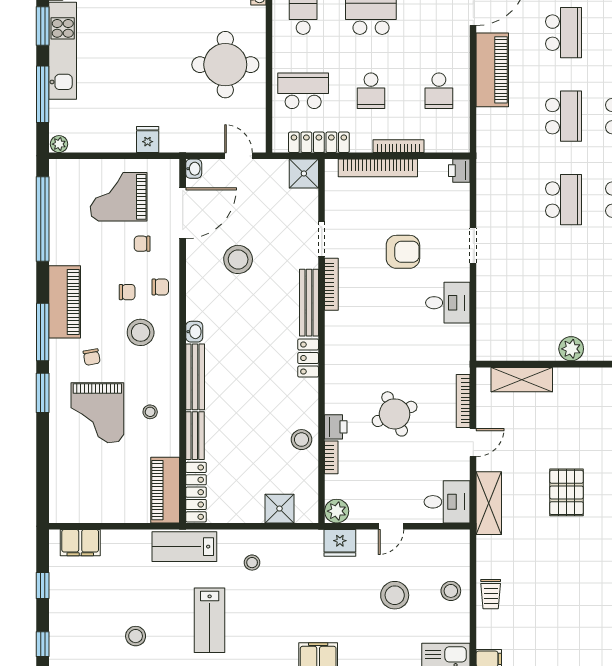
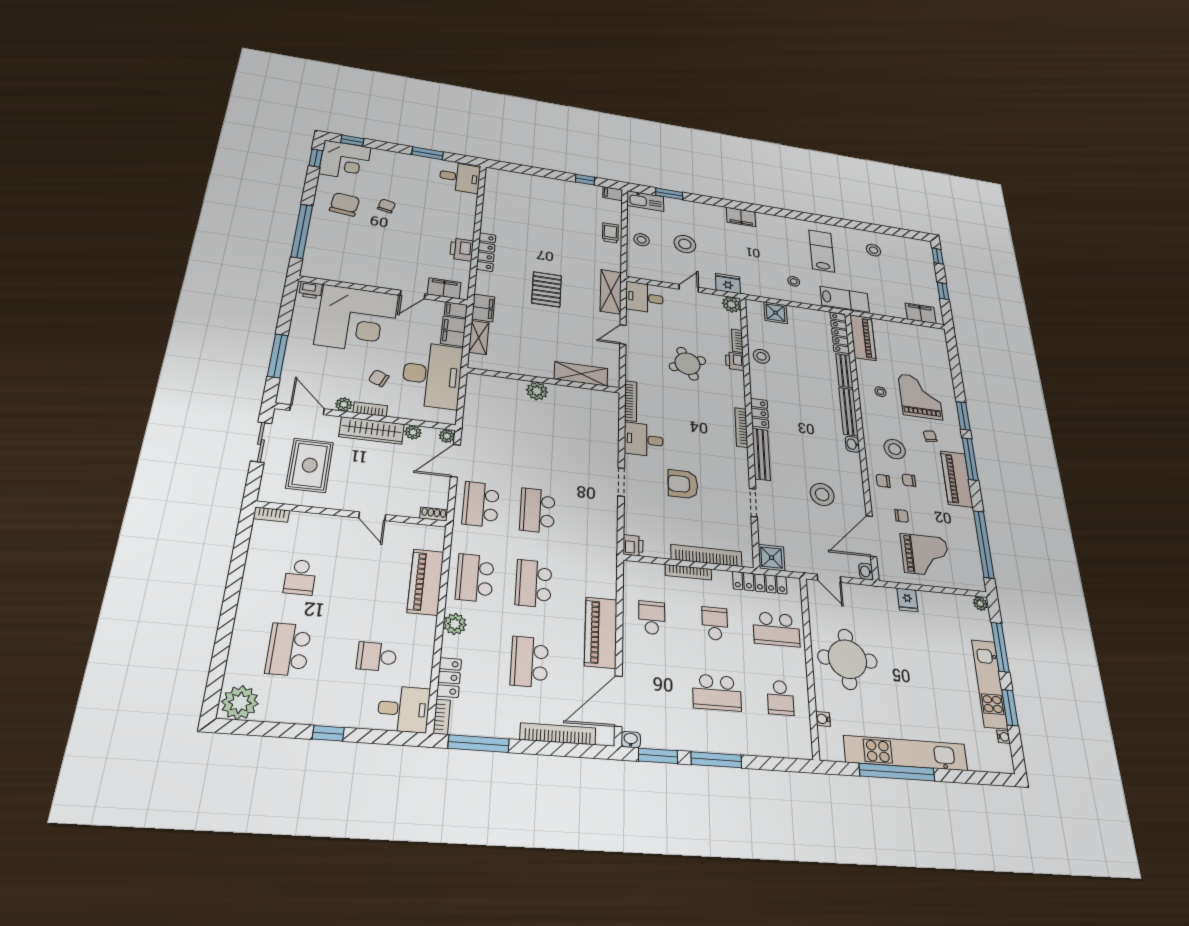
bookcase: (331, 284) -> (741, 428), moved
bookcase: (463, 401) -> (631, 401), moved

